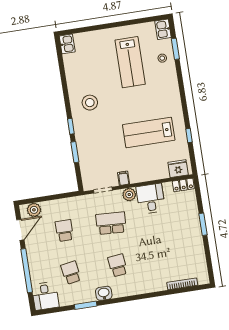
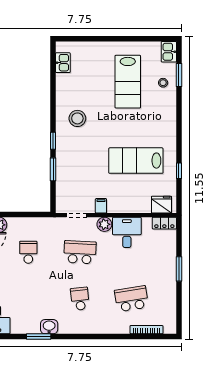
kitchen sink: (67, 44) -> (63, 63), moved
school desk: (71, 273) -> (132, 299), moved, width x1.85
washbasin: (104, 293) -> (49, 327), moved

